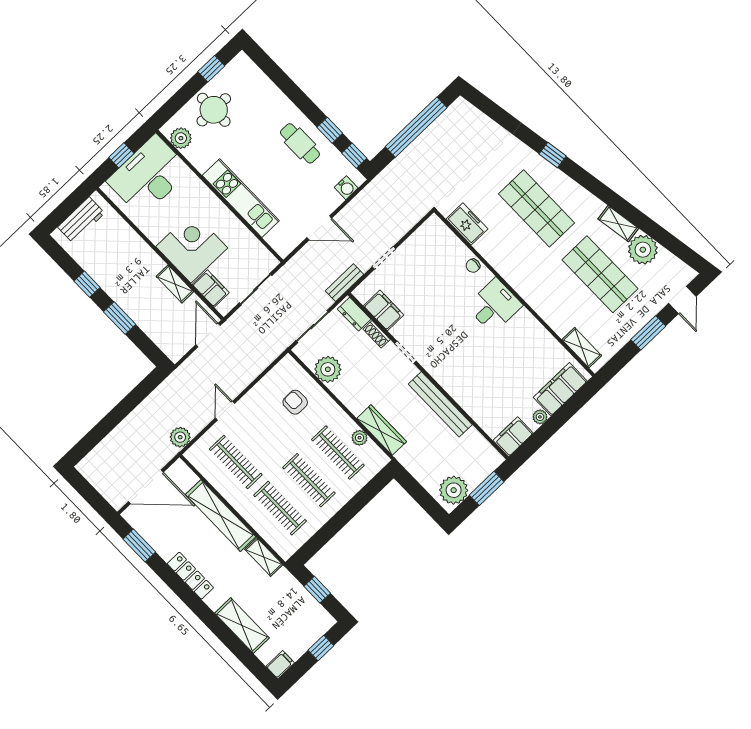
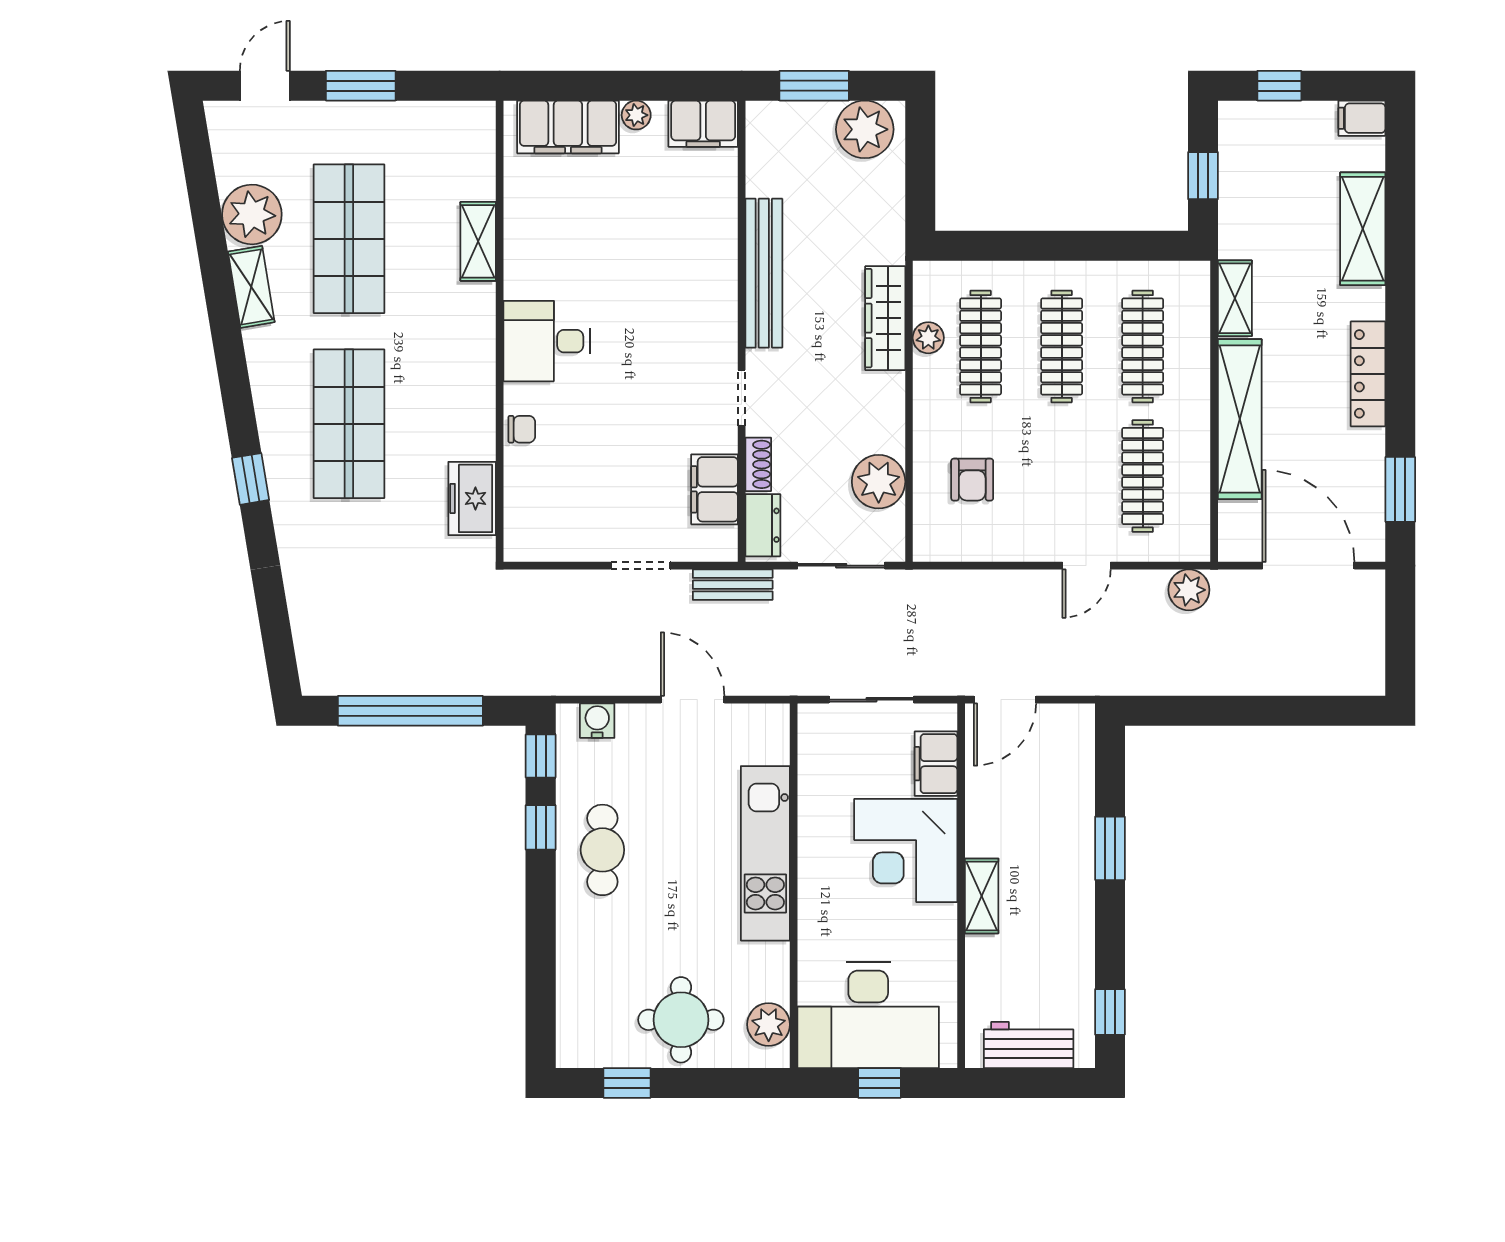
window: (87, 284) -> (1110, 1012), moved
shelving: (175, 284) -> (982, 896), moved
shelving: (582, 348) -> (478, 241), moved

